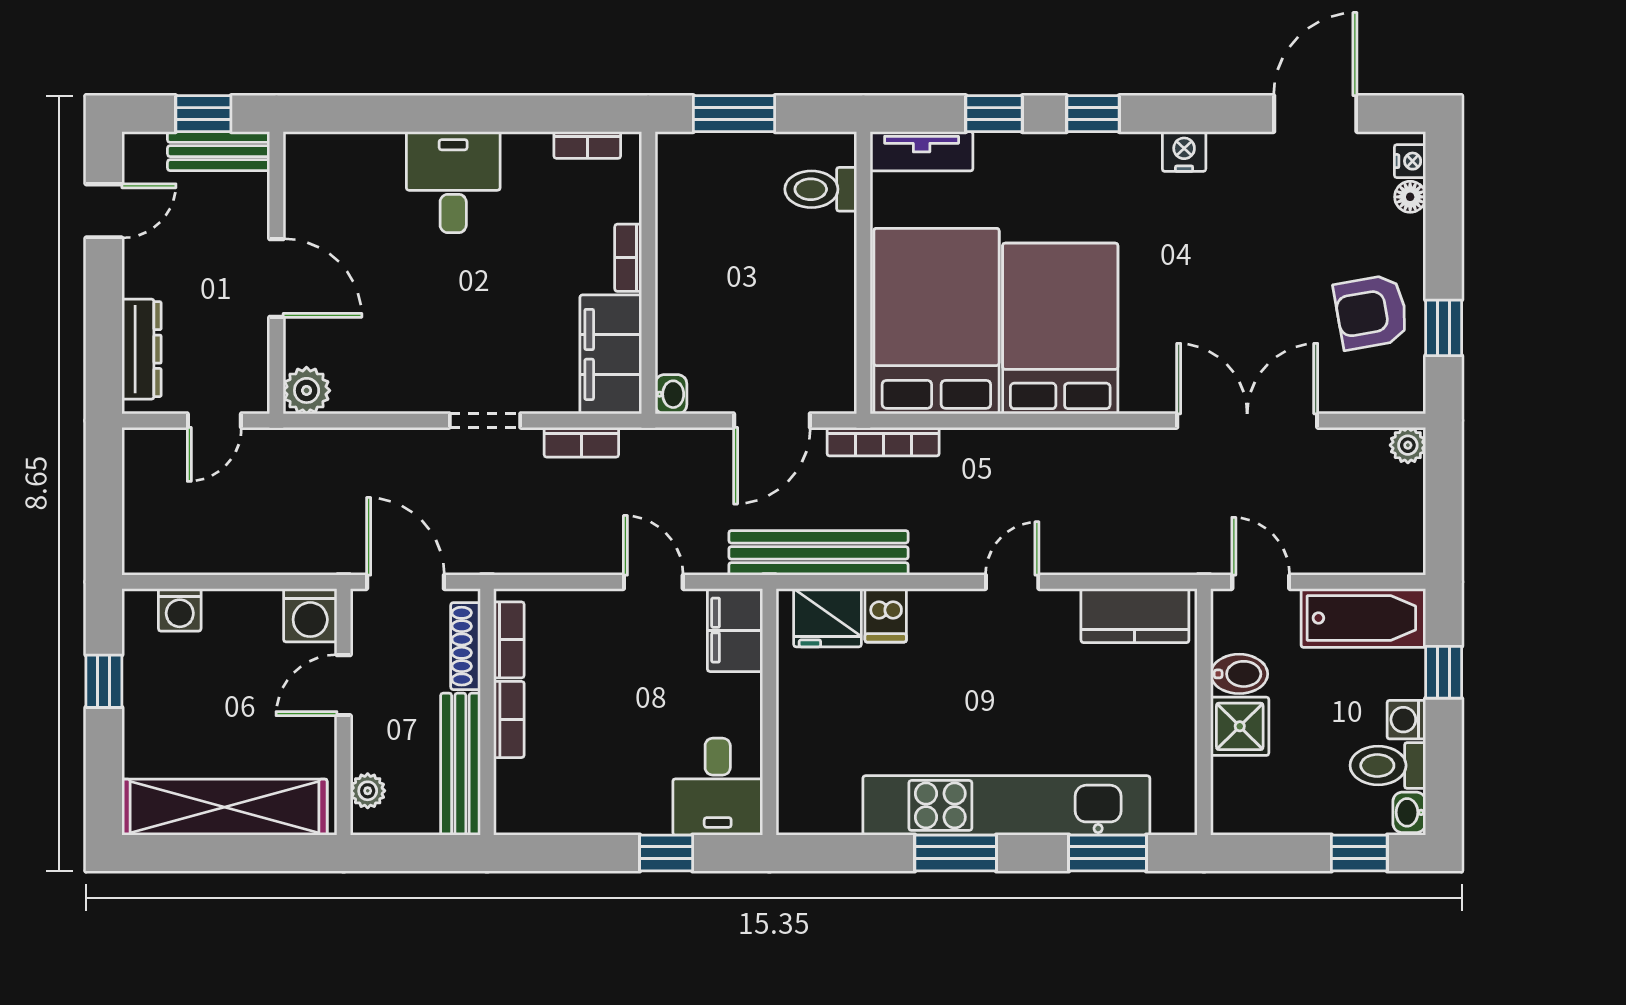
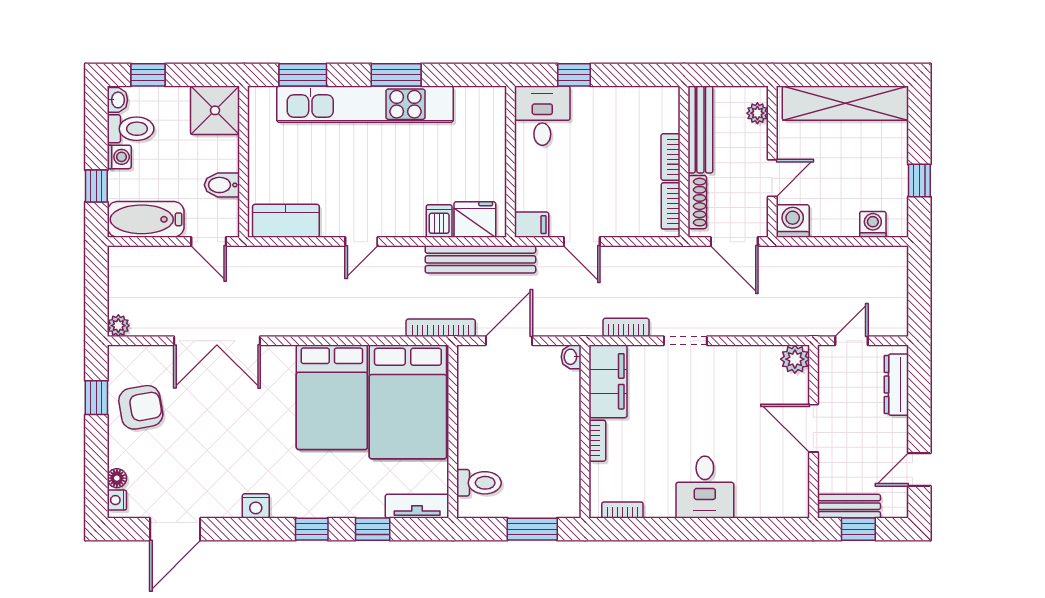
filing cabinet: (735, 630) -> (532, 225), width x0.50
shower: (1240, 726) -> (215, 110), moved, width x1.36, depth x1.36

